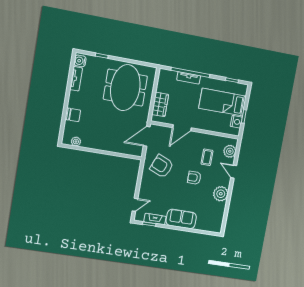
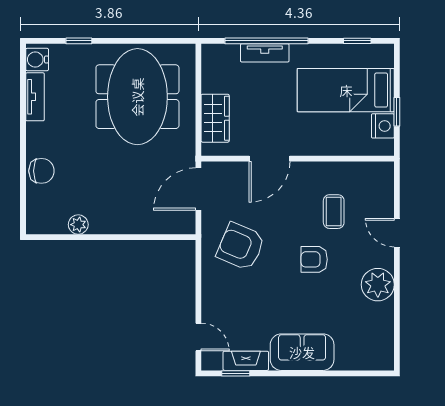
plant: (76, 142) -> (78, 225), moved
plant: (230, 151) -> (381, 191), removed
door: (135, 205) -> (198, 337), hinge flipped

